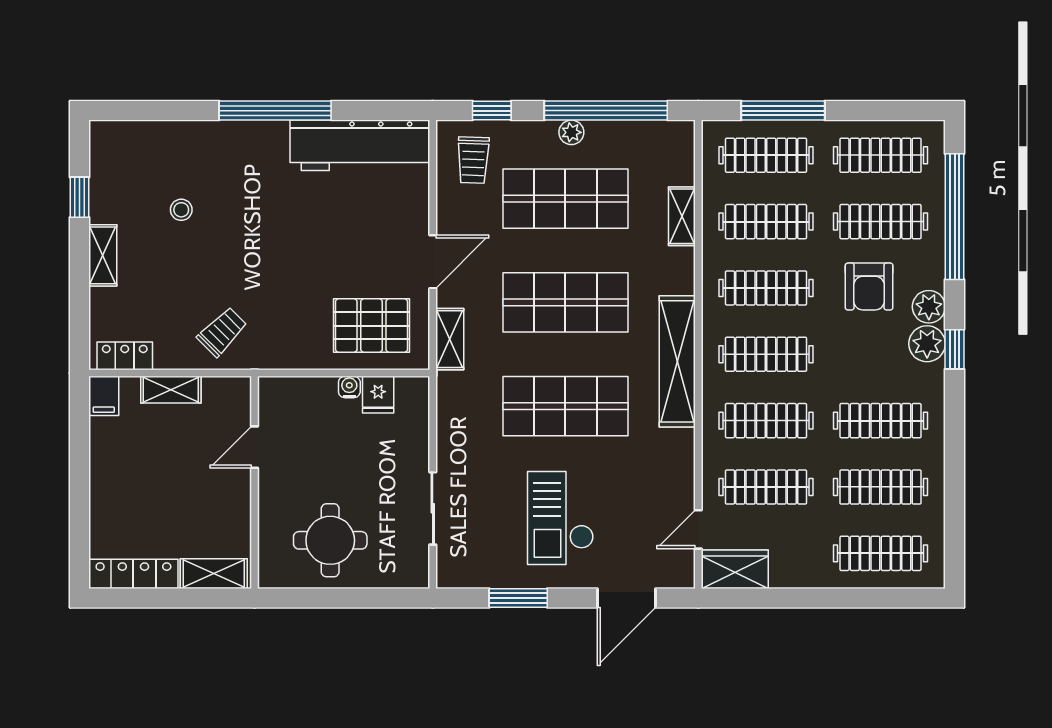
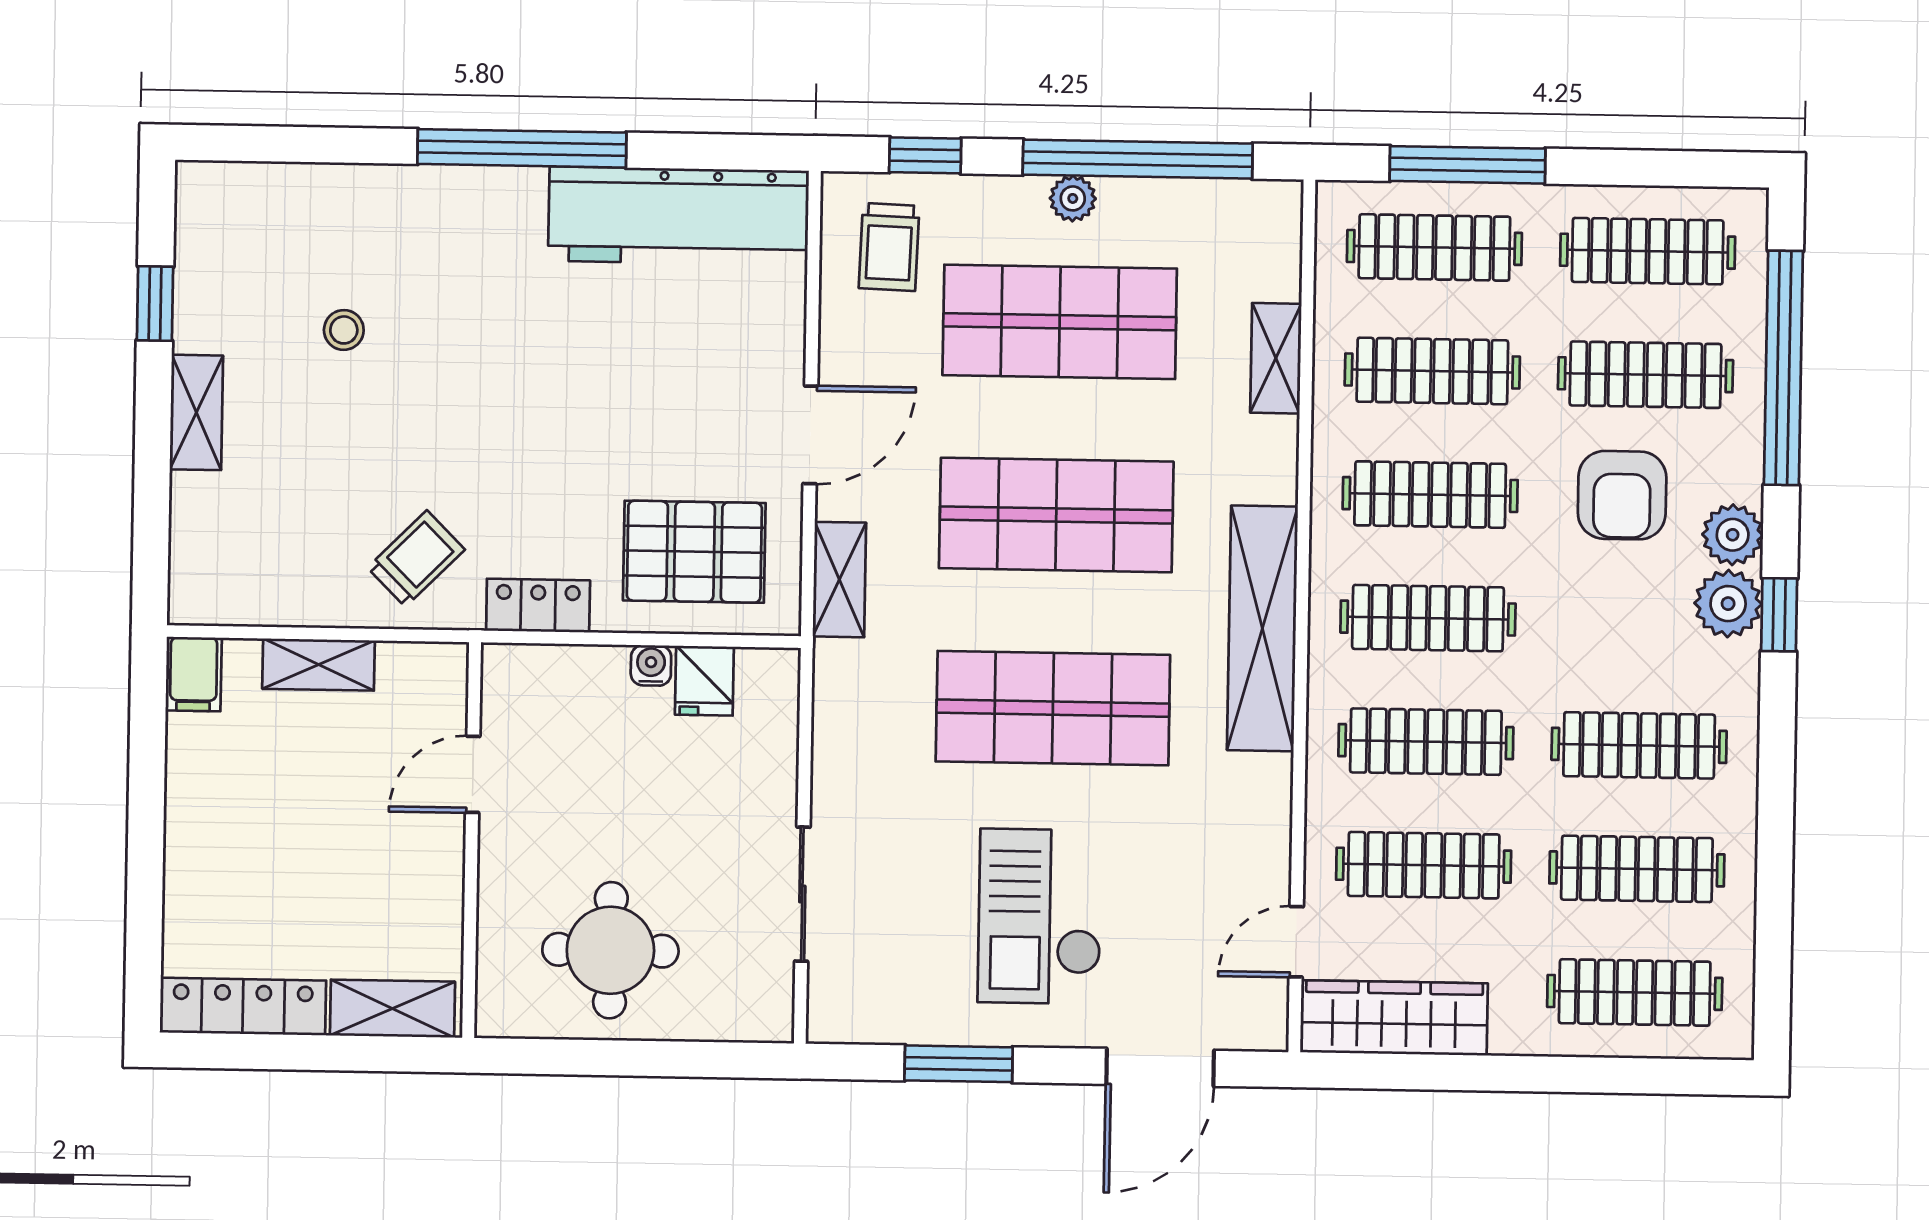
locker: (125, 356) -> (538, 606), moved
wardrobe: (735, 569) -> (1394, 1018), width x1.50

